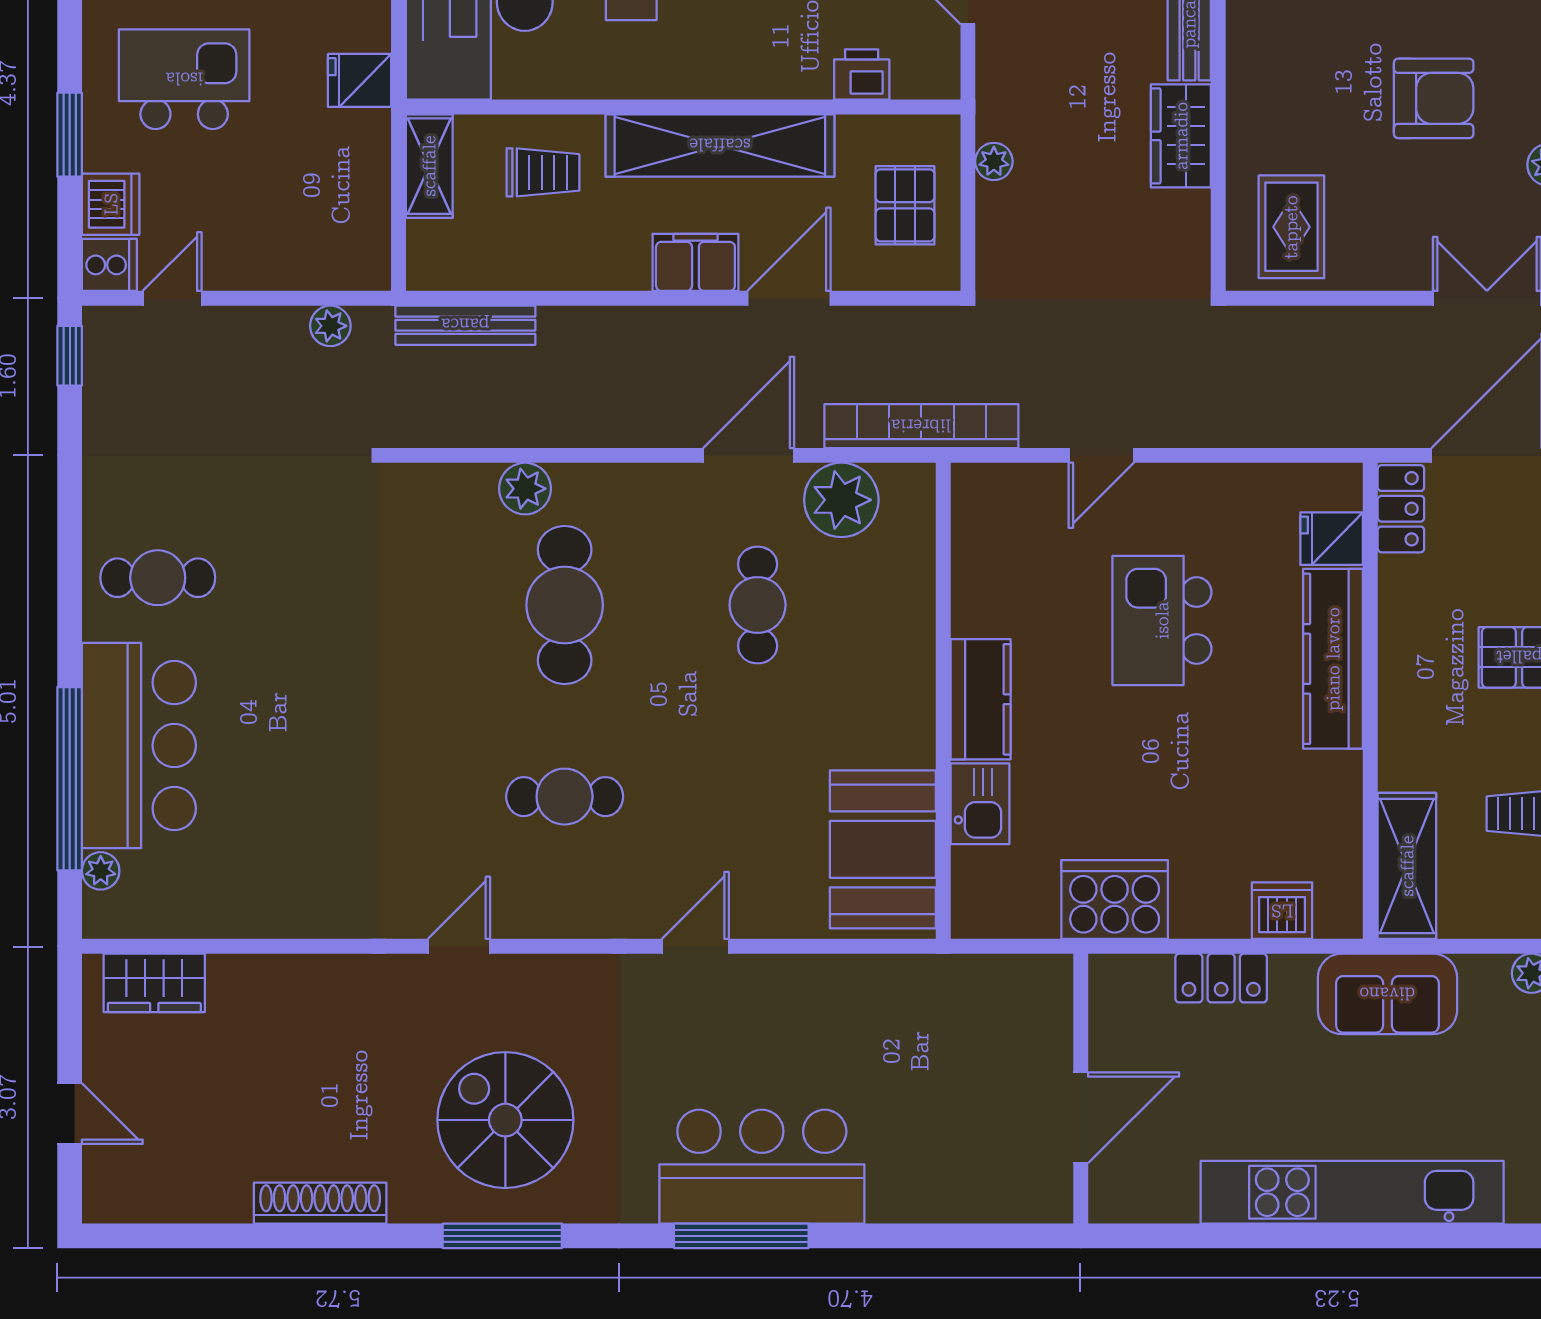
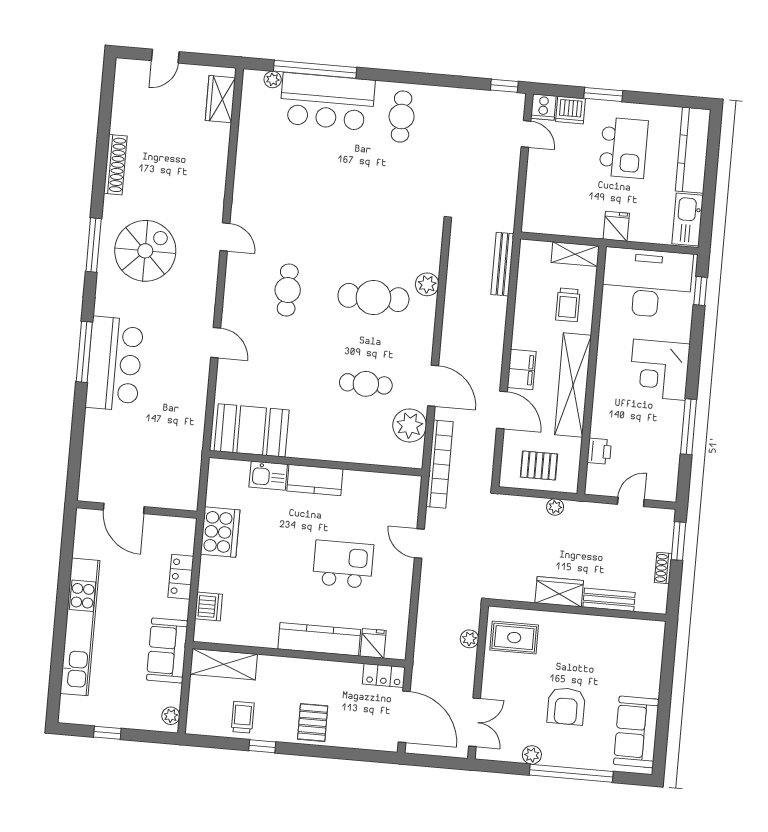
plant: (330, 326) -> (469, 639), moved

